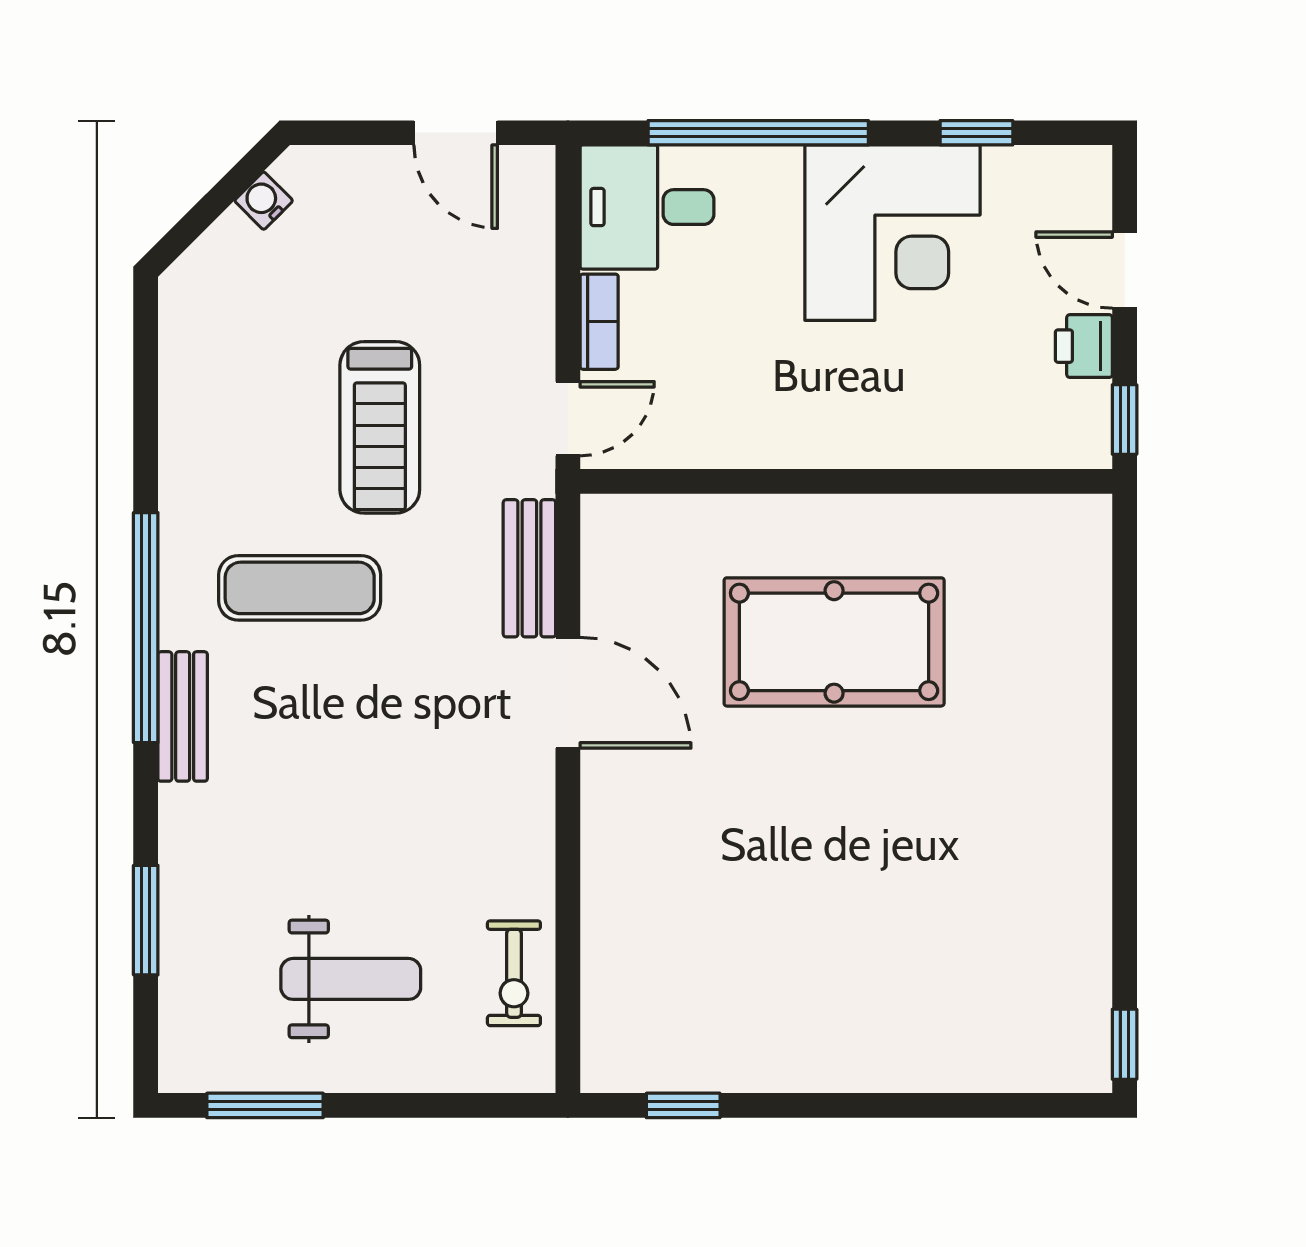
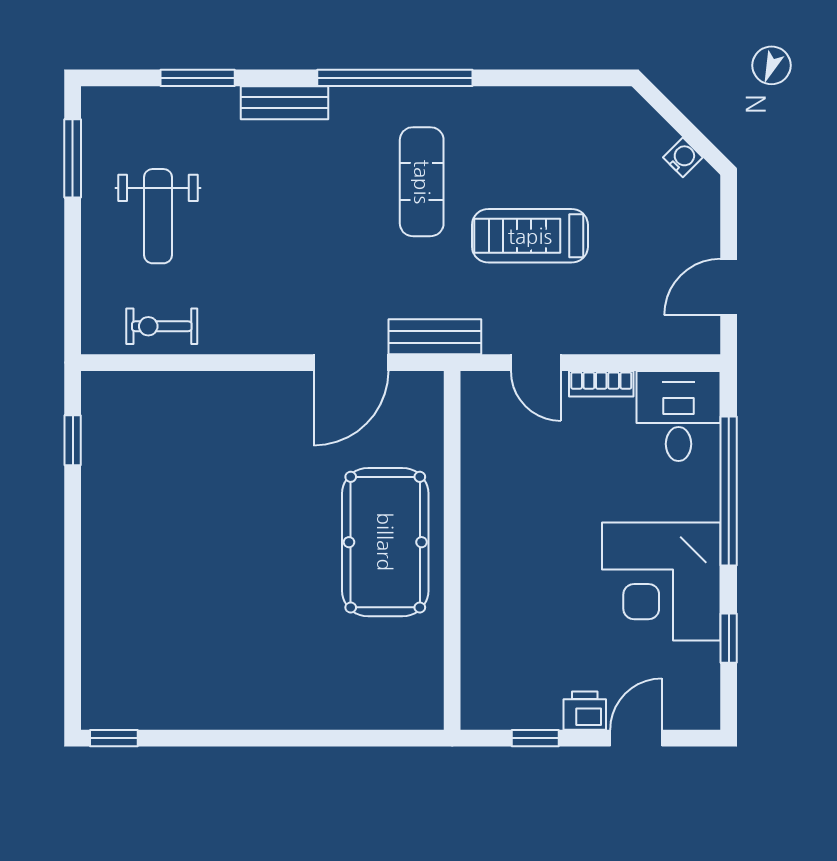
wall: (846, 481) -> (452, 550), moved
bench: (183, 716) -> (285, 103), moved

